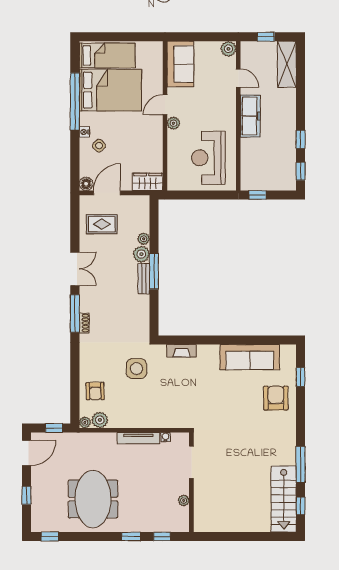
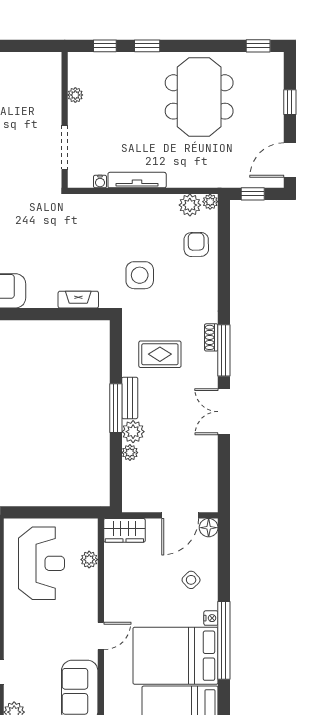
plant: (173, 123) -> (89, 560), moved
nightstand: (84, 132) -> (211, 618), moved
rug: (102, 224) -> (160, 354), moved

